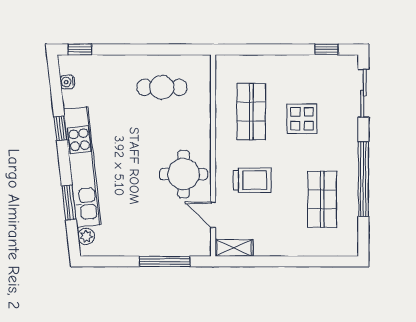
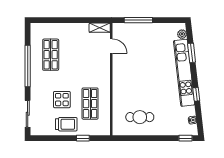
window: (326, 49) -> (83, 138), moved
round table: (184, 174) -> (128, 69), removed
trolley: (252, 180) -> (66, 124), moved, turned 180

